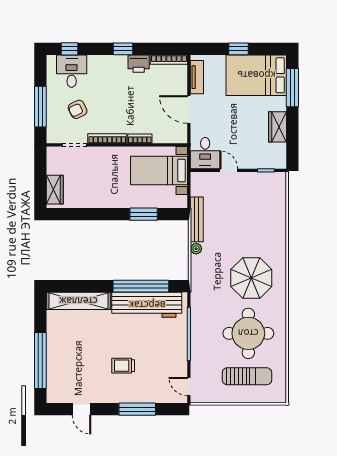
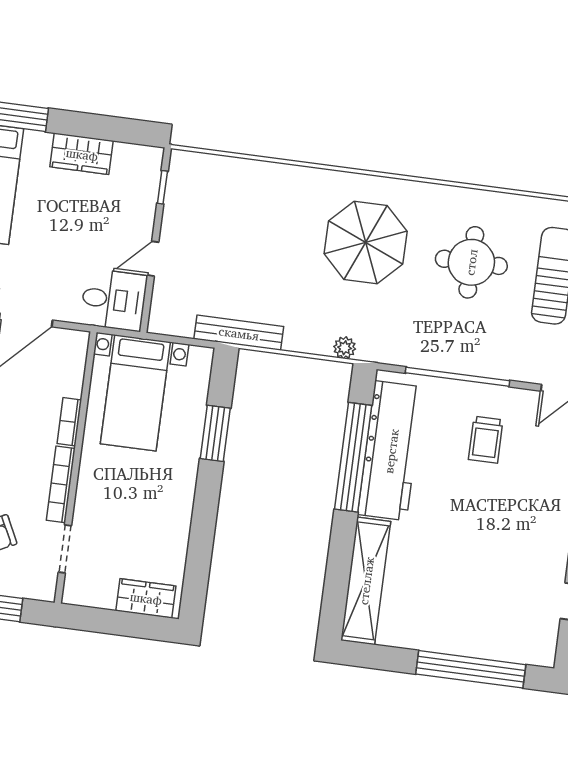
plant: (196, 249) -> (345, 348), moved
round table: (248, 333) -> (471, 262), width x0.73, depth x0.73
trolley: (123, 366) -> (486, 440), moved

